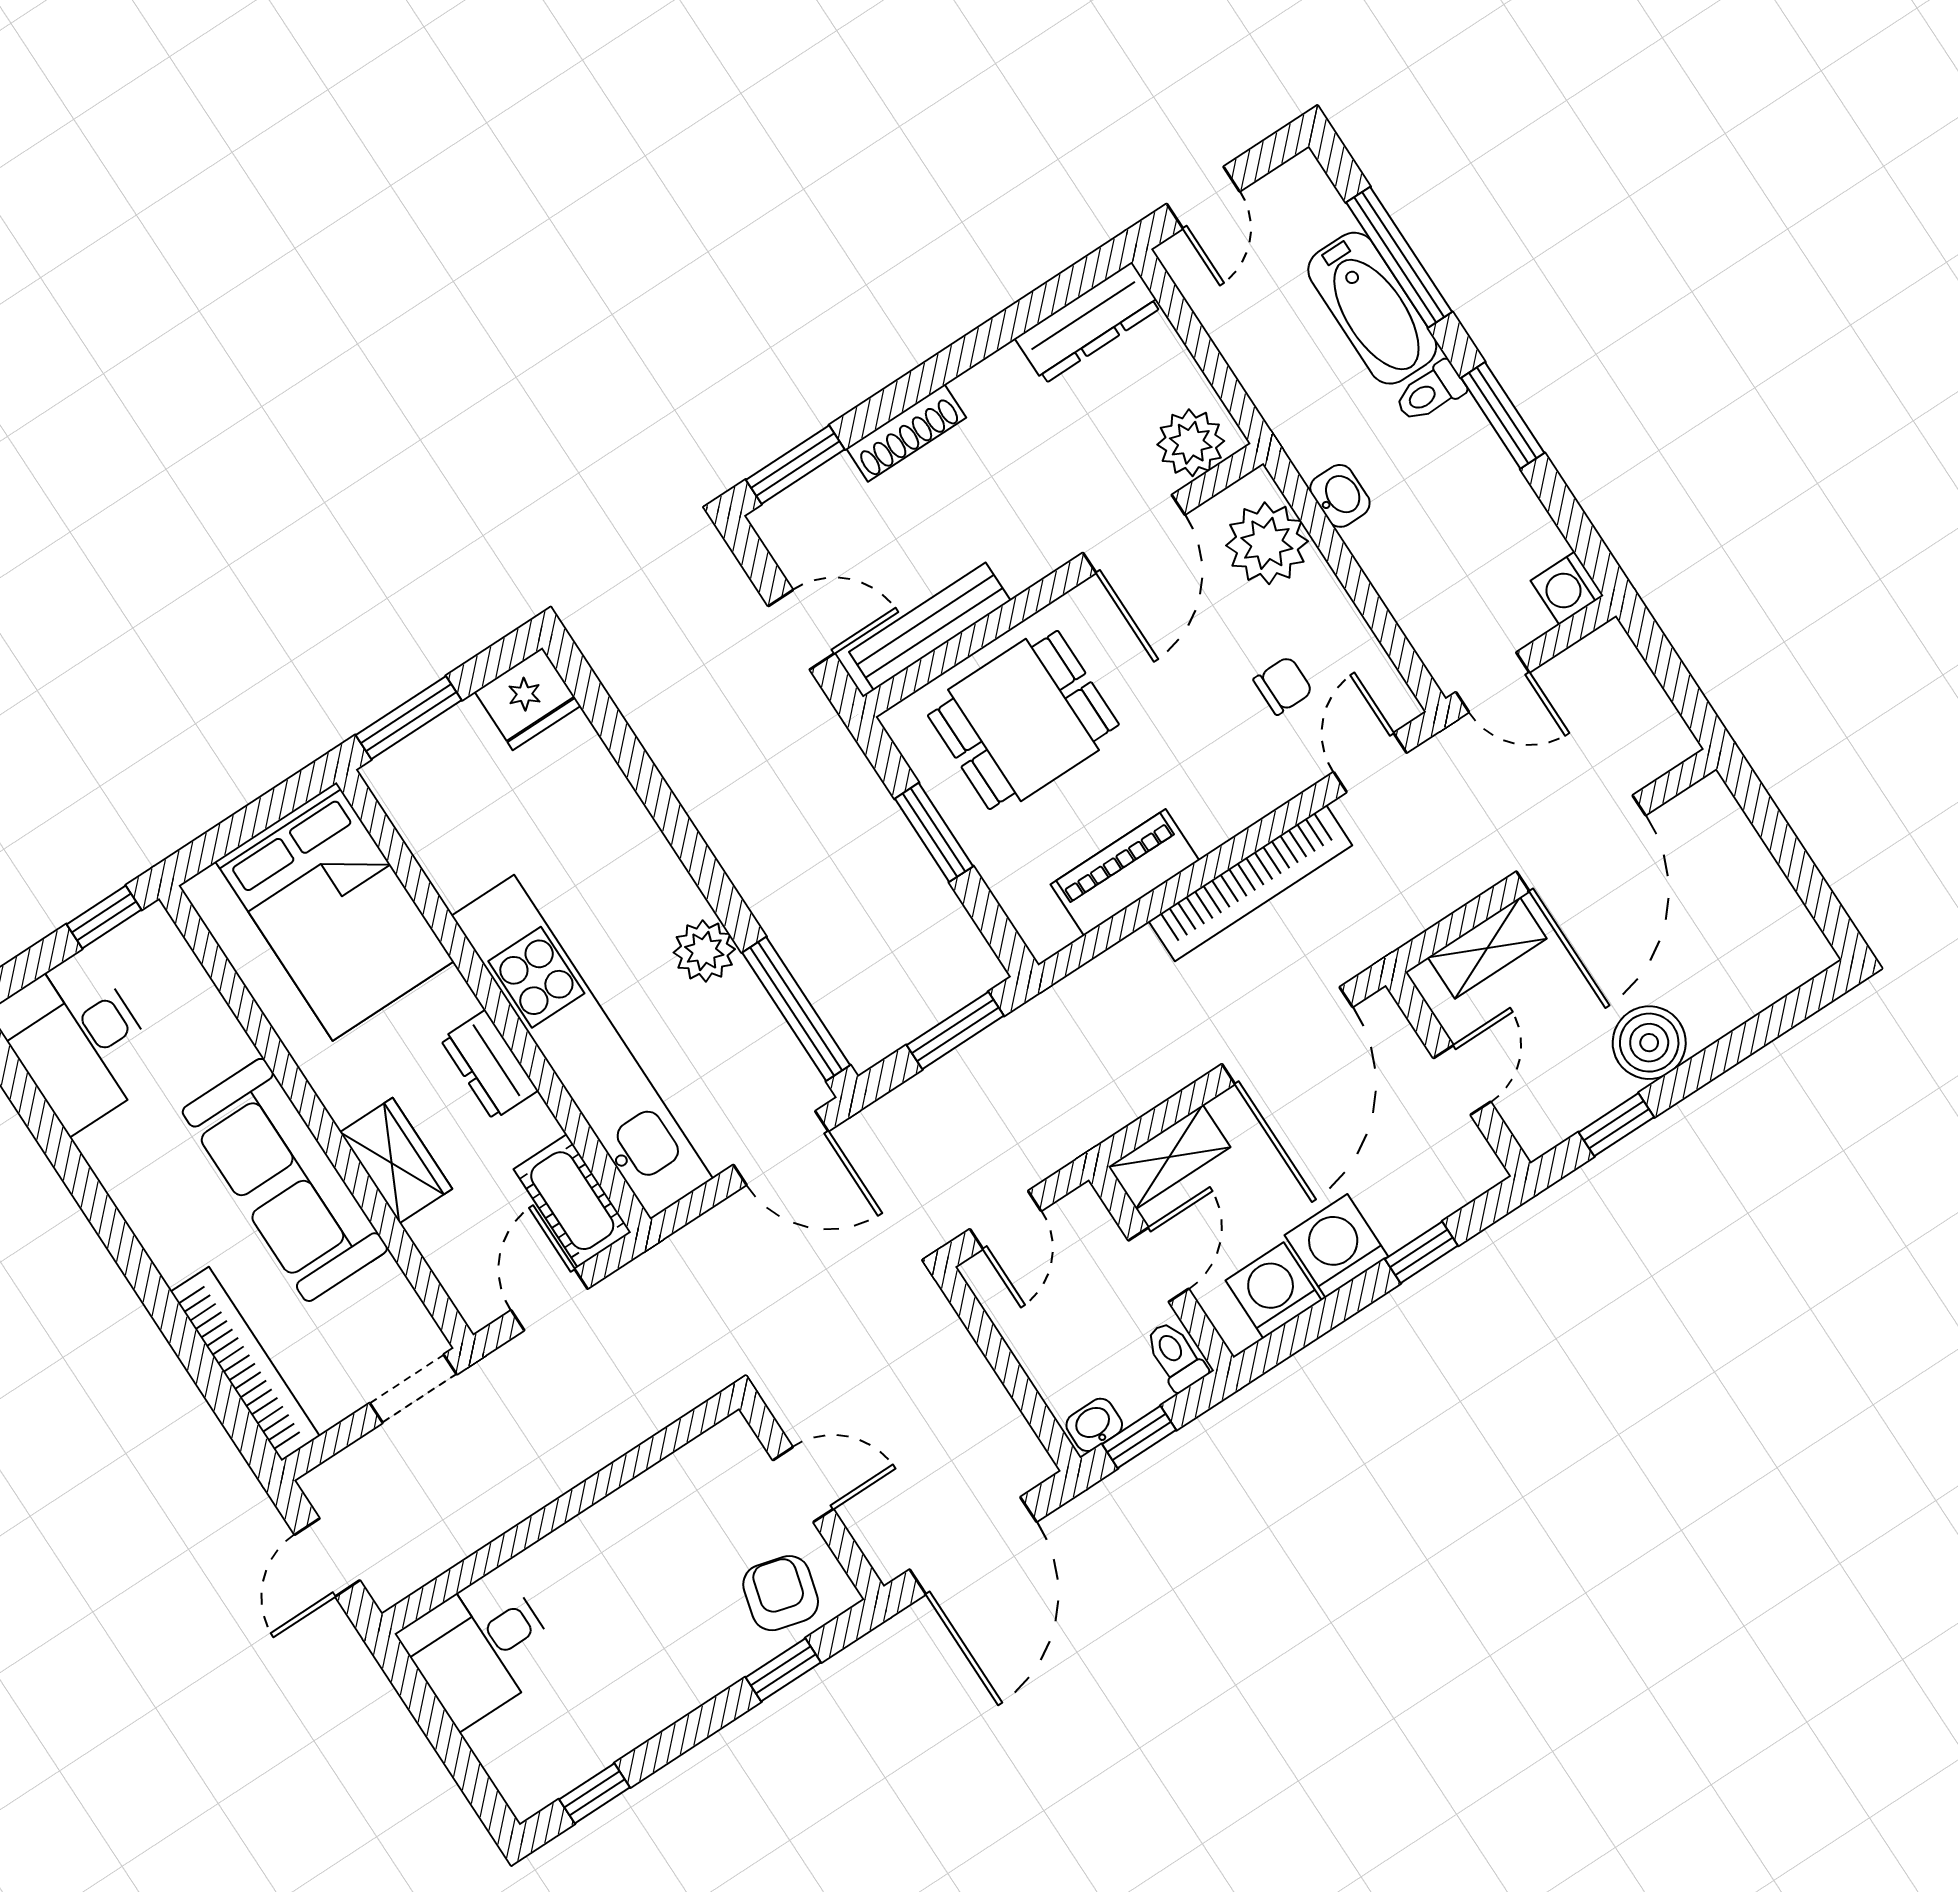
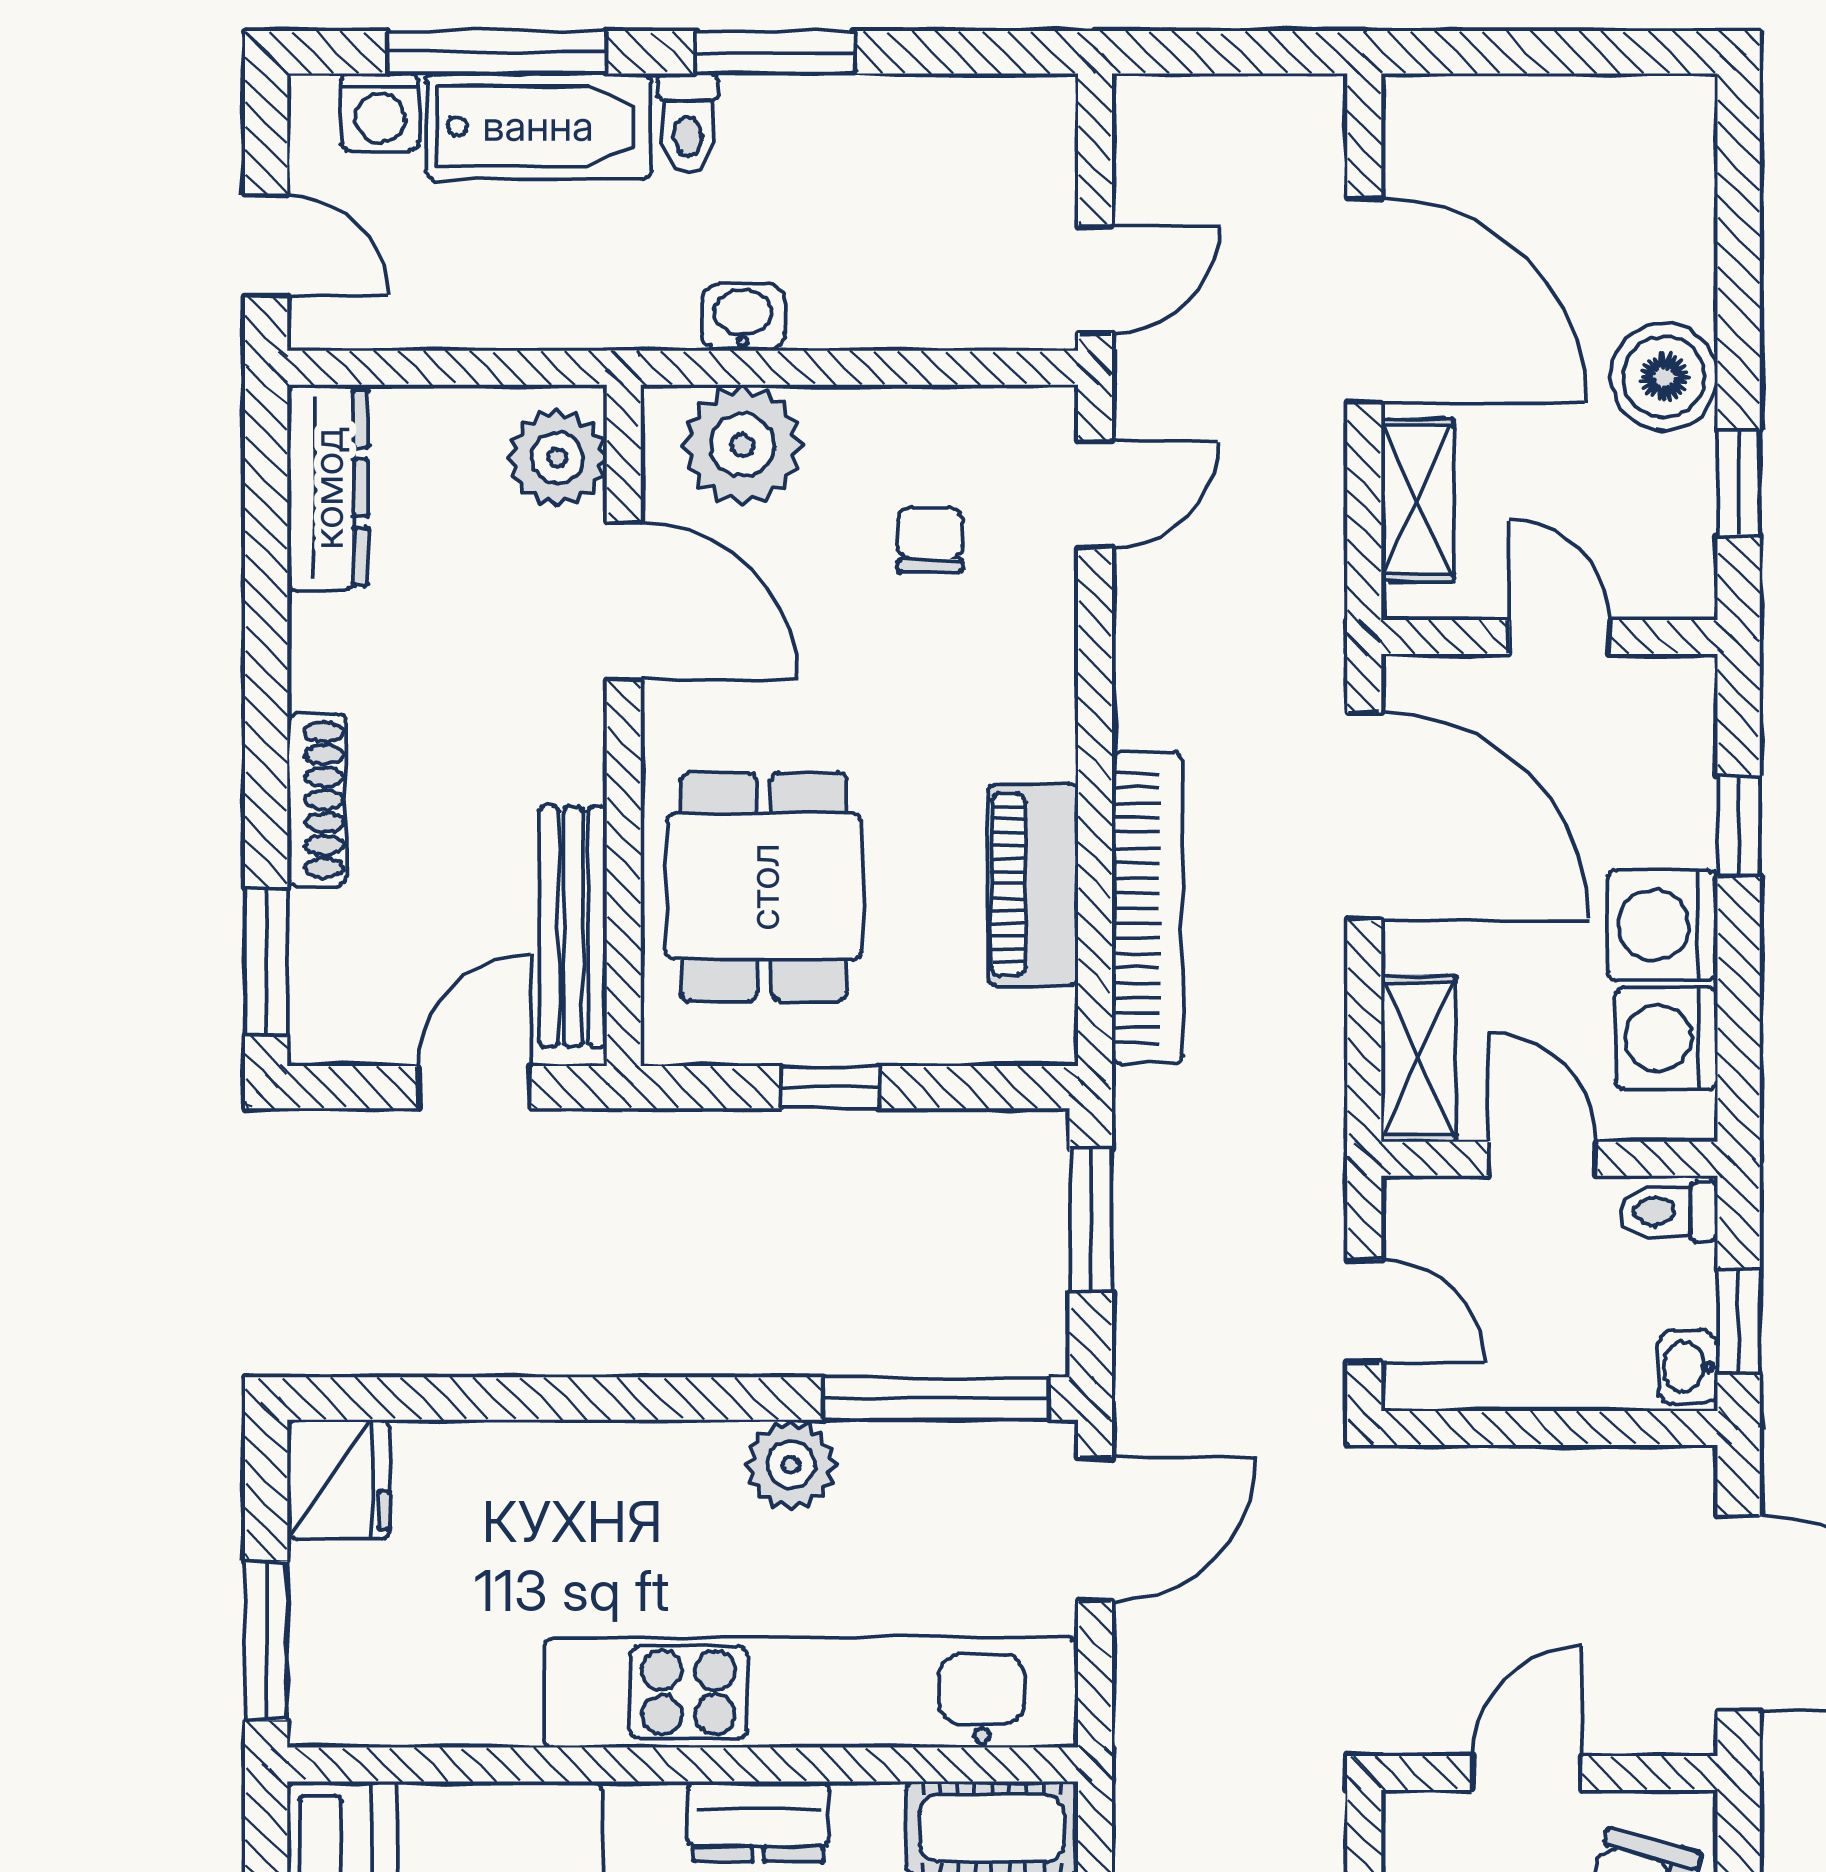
washing machine: (1567, 588) -> (380, 112), moved
door: (1370, 762) -> (1095, 495), swing flipped
window: (934, 832) -> (830, 1087), width x0.67
bookcase: (1250, 883) -> (1147, 908), moved

